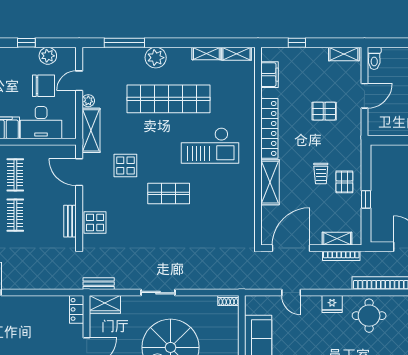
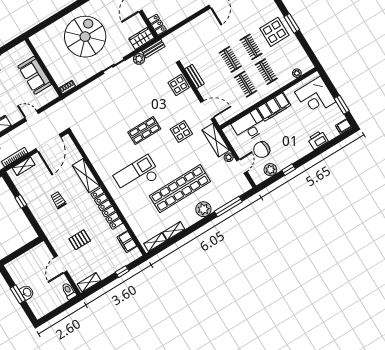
pallet: (344, 182) -> (41, 204), removed
plant: (123, 282) -> (139, 59), added

